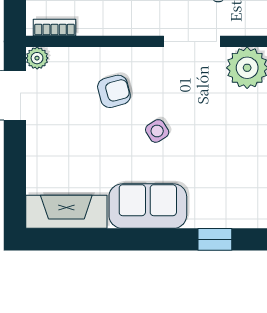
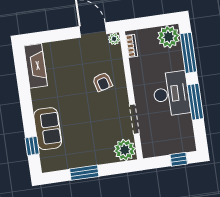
side table: (157, 131) -> (85, 107), removed
sofa: (148, 206) -> (48, 129), moved

